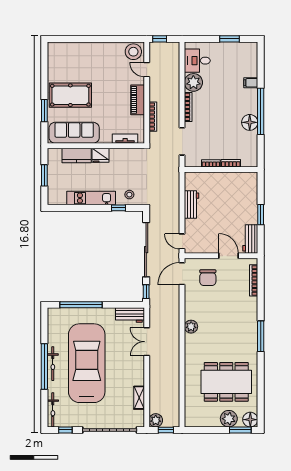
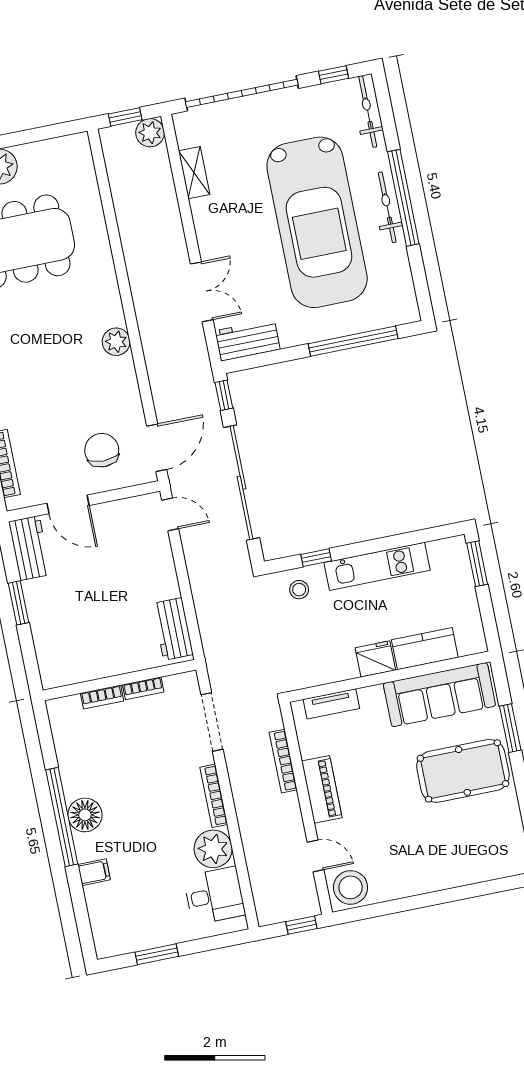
floor lamp: (250, 122) -> (85, 815), moved
window: (44, 175) -> (477, 564), moved
workbench: (192, 204) -> (173, 629), moved

